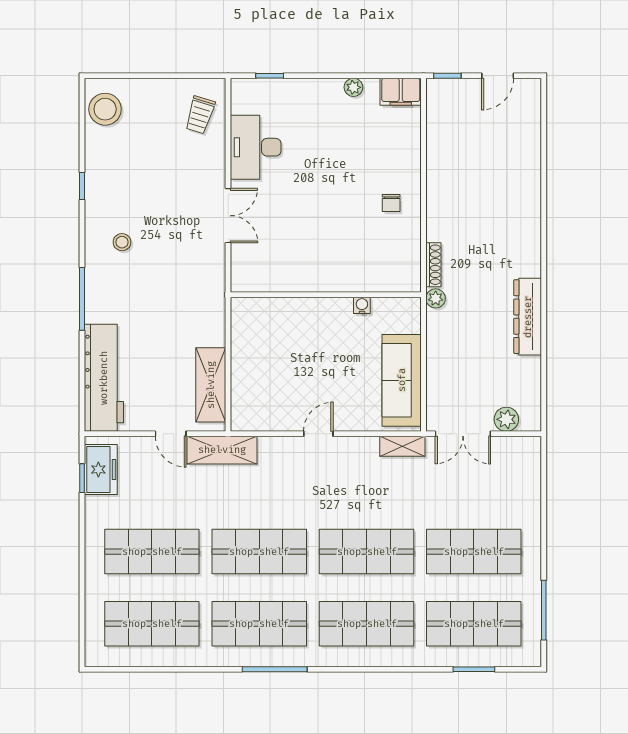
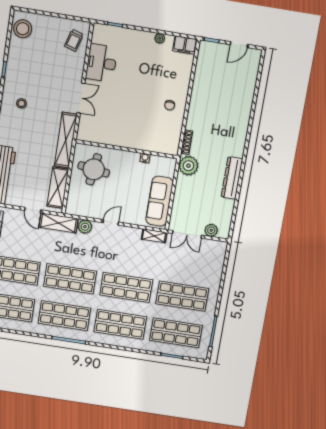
shelving: (212, 296) -> (66, 140), added
plant: (436, 298) -> (188, 166), width x1.88, depth x1.88
round table: (271, 341) -> (94, 169), added
plant: (272, 449) -> (85, 227), added

